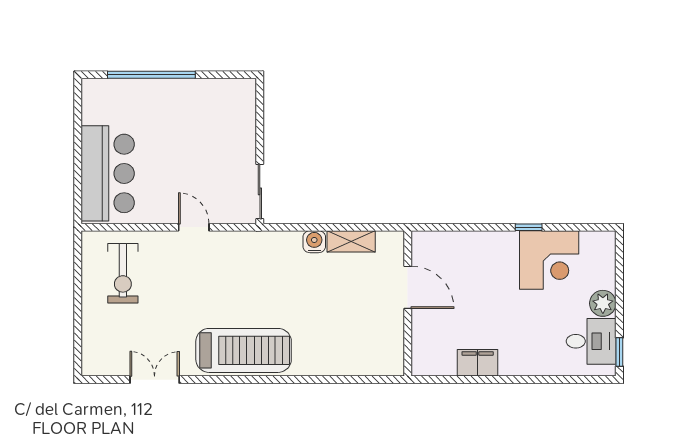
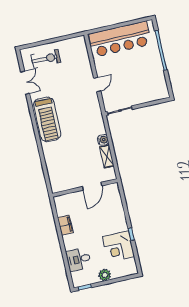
bar counter: (108, 173) -> (120, 39), width x1.36
exercise bike: (123, 273) -> (46, 59), moved, turned 180
desk: (591, 341) -> (79, 259), moved, turned 90

